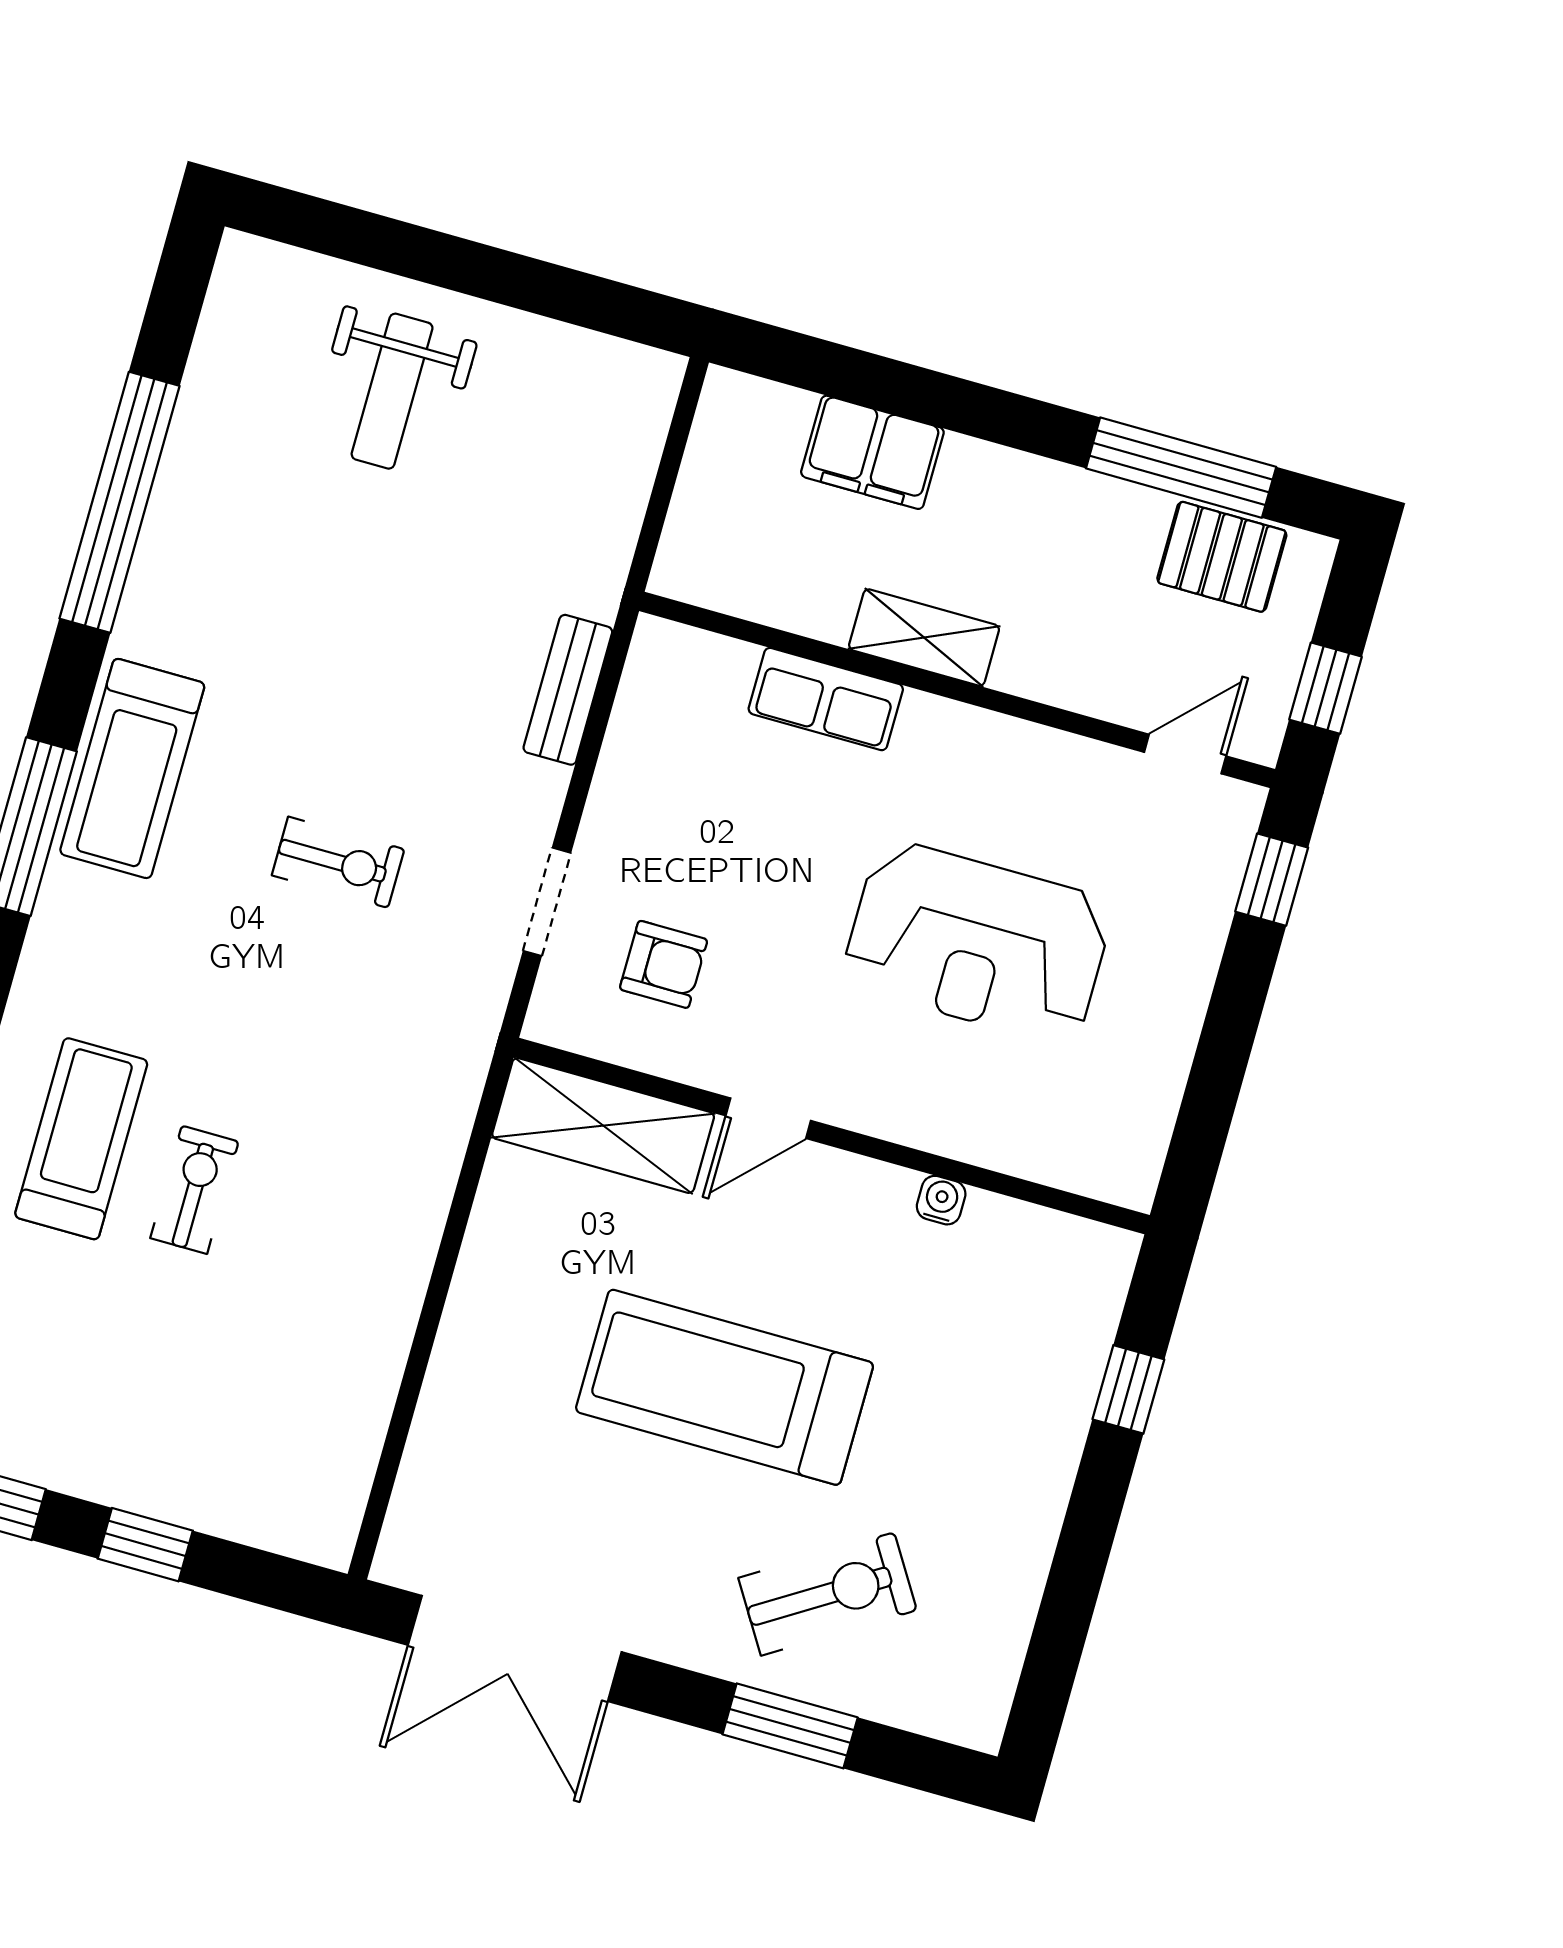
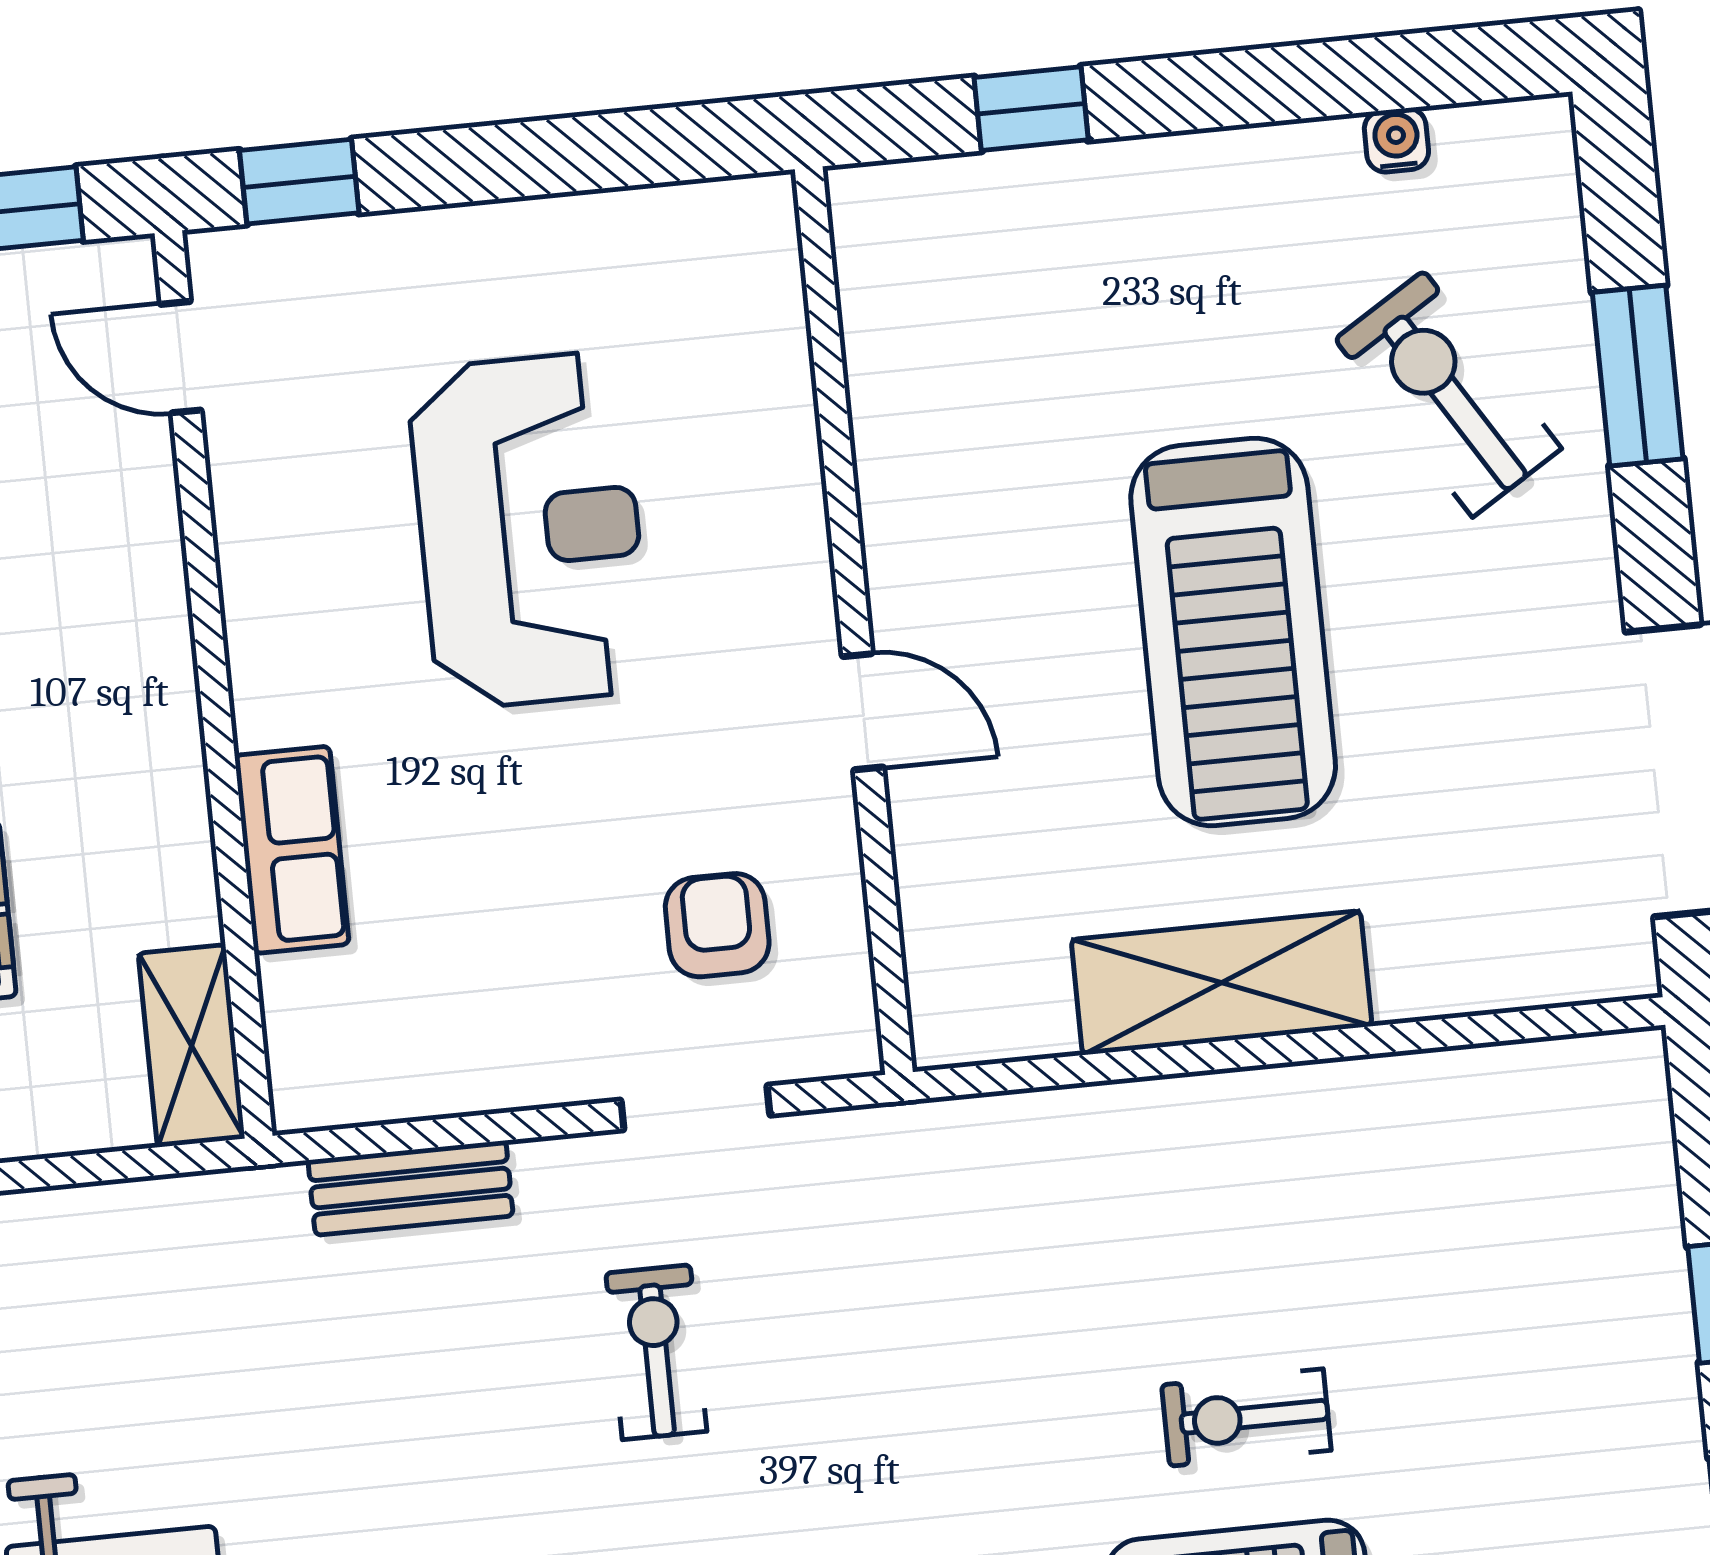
shelving: (924, 638) -> (192, 1046), moved
exercise bike: (338, 862) -> (656, 1352), moved
shelving: (603, 1126) -> (1222, 983), moved, turned 90
water cooler: (941, 1200) -> (1396, 140), moved, turned 90

